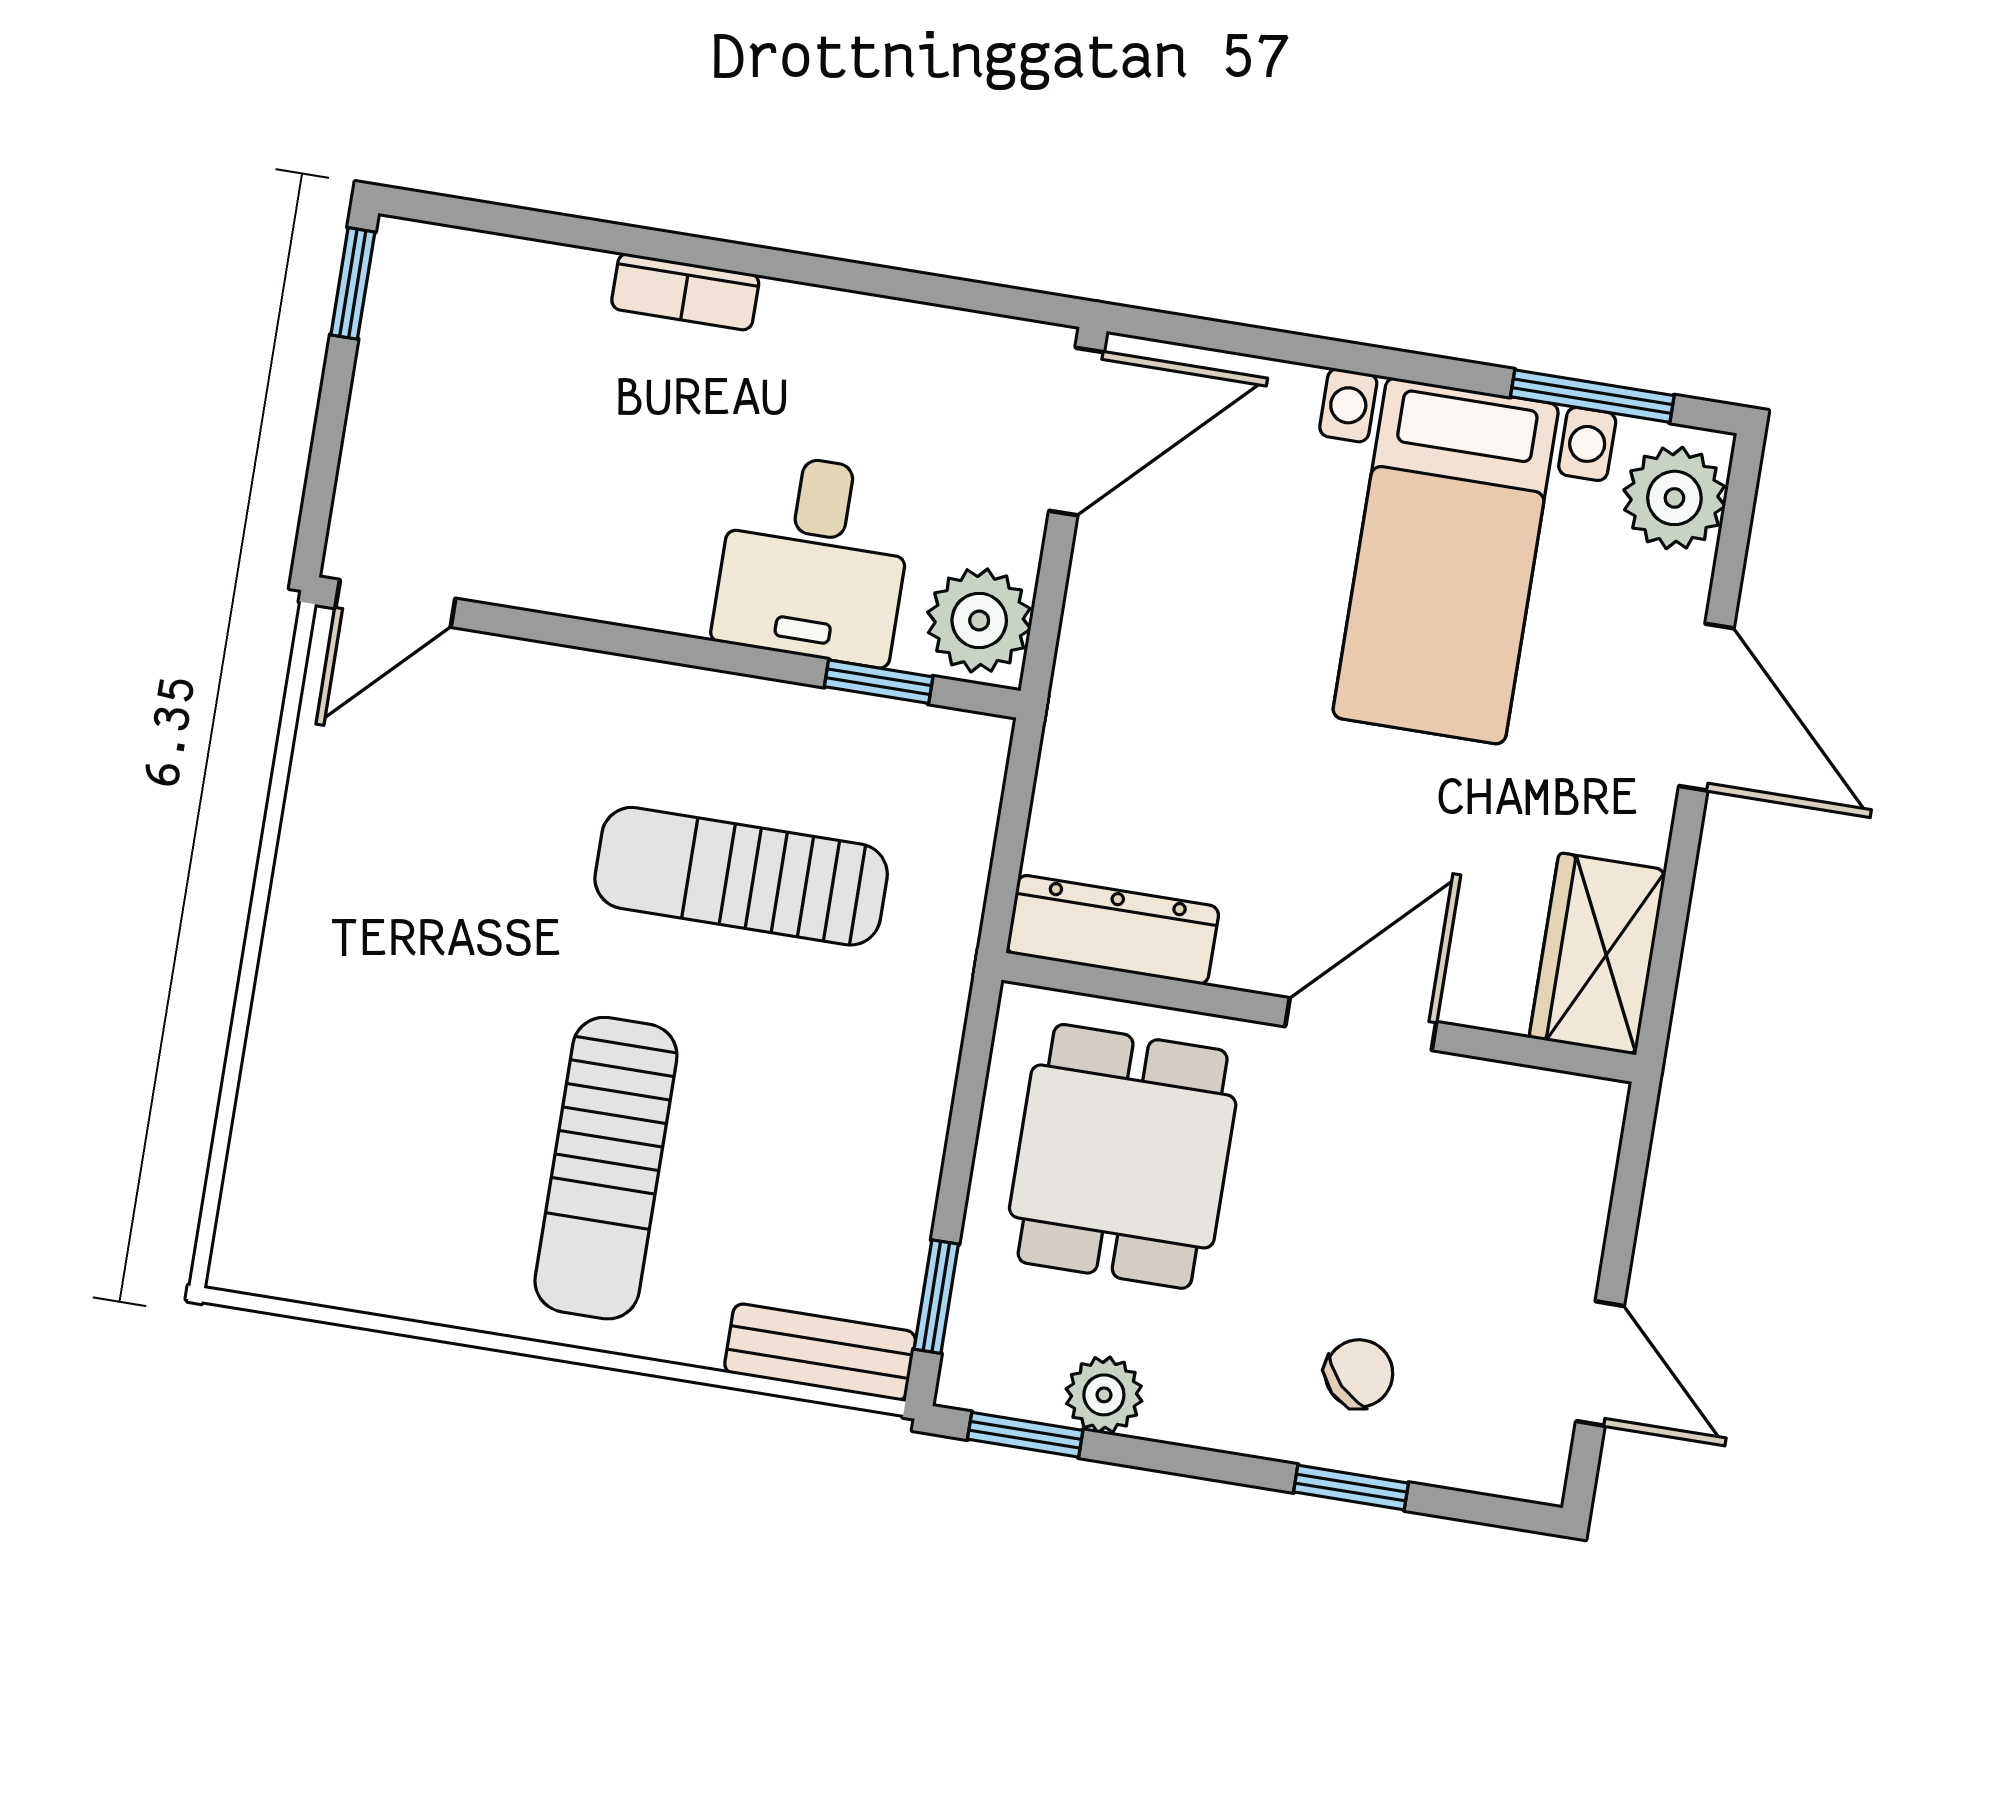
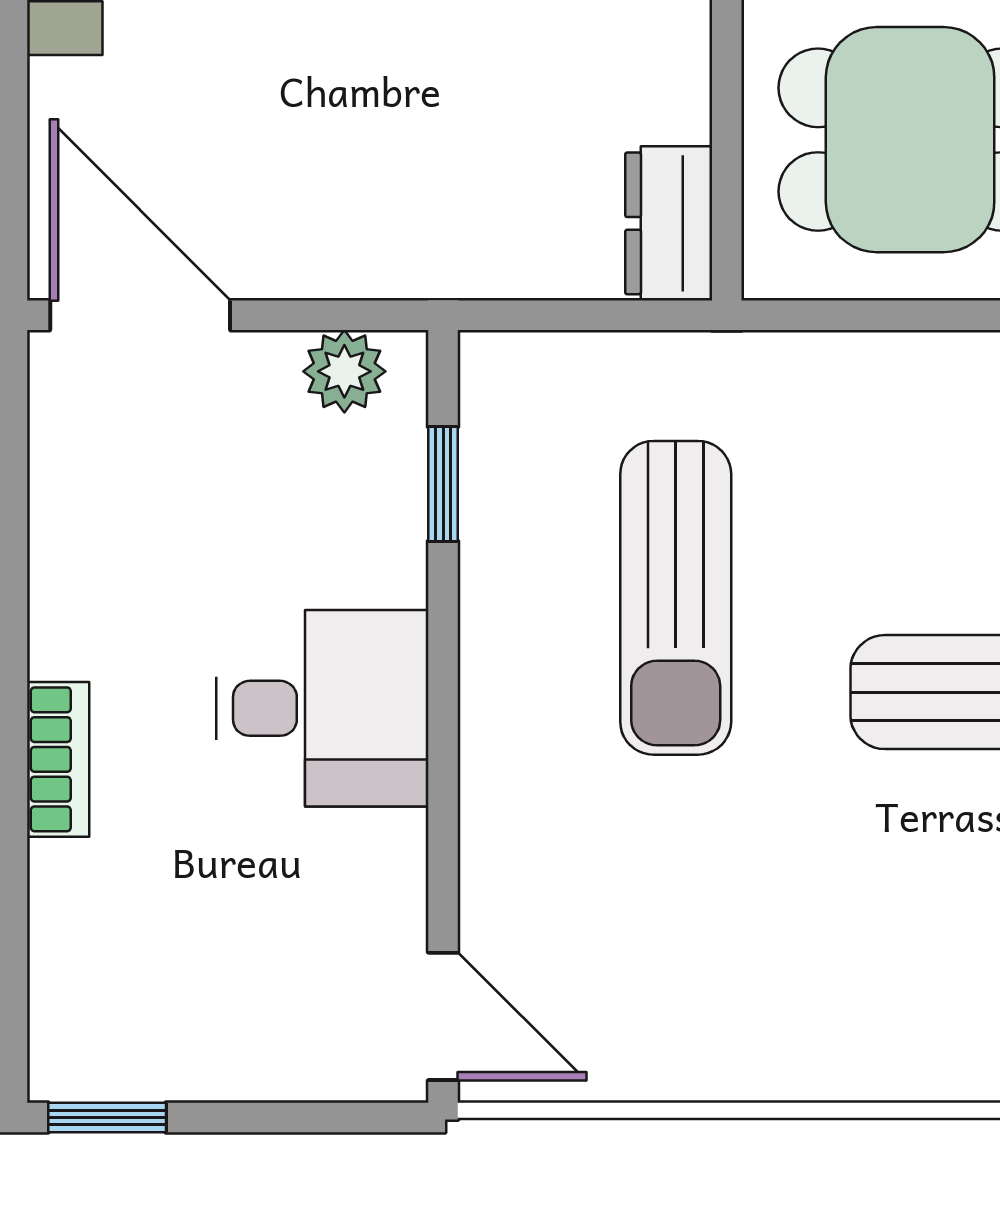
desk: (814, 559) -> (322, 708), moved
plant: (979, 620) -> (344, 371), width x0.73, depth x0.73
dresser: (1113, 930) -> (669, 223), width x0.70

